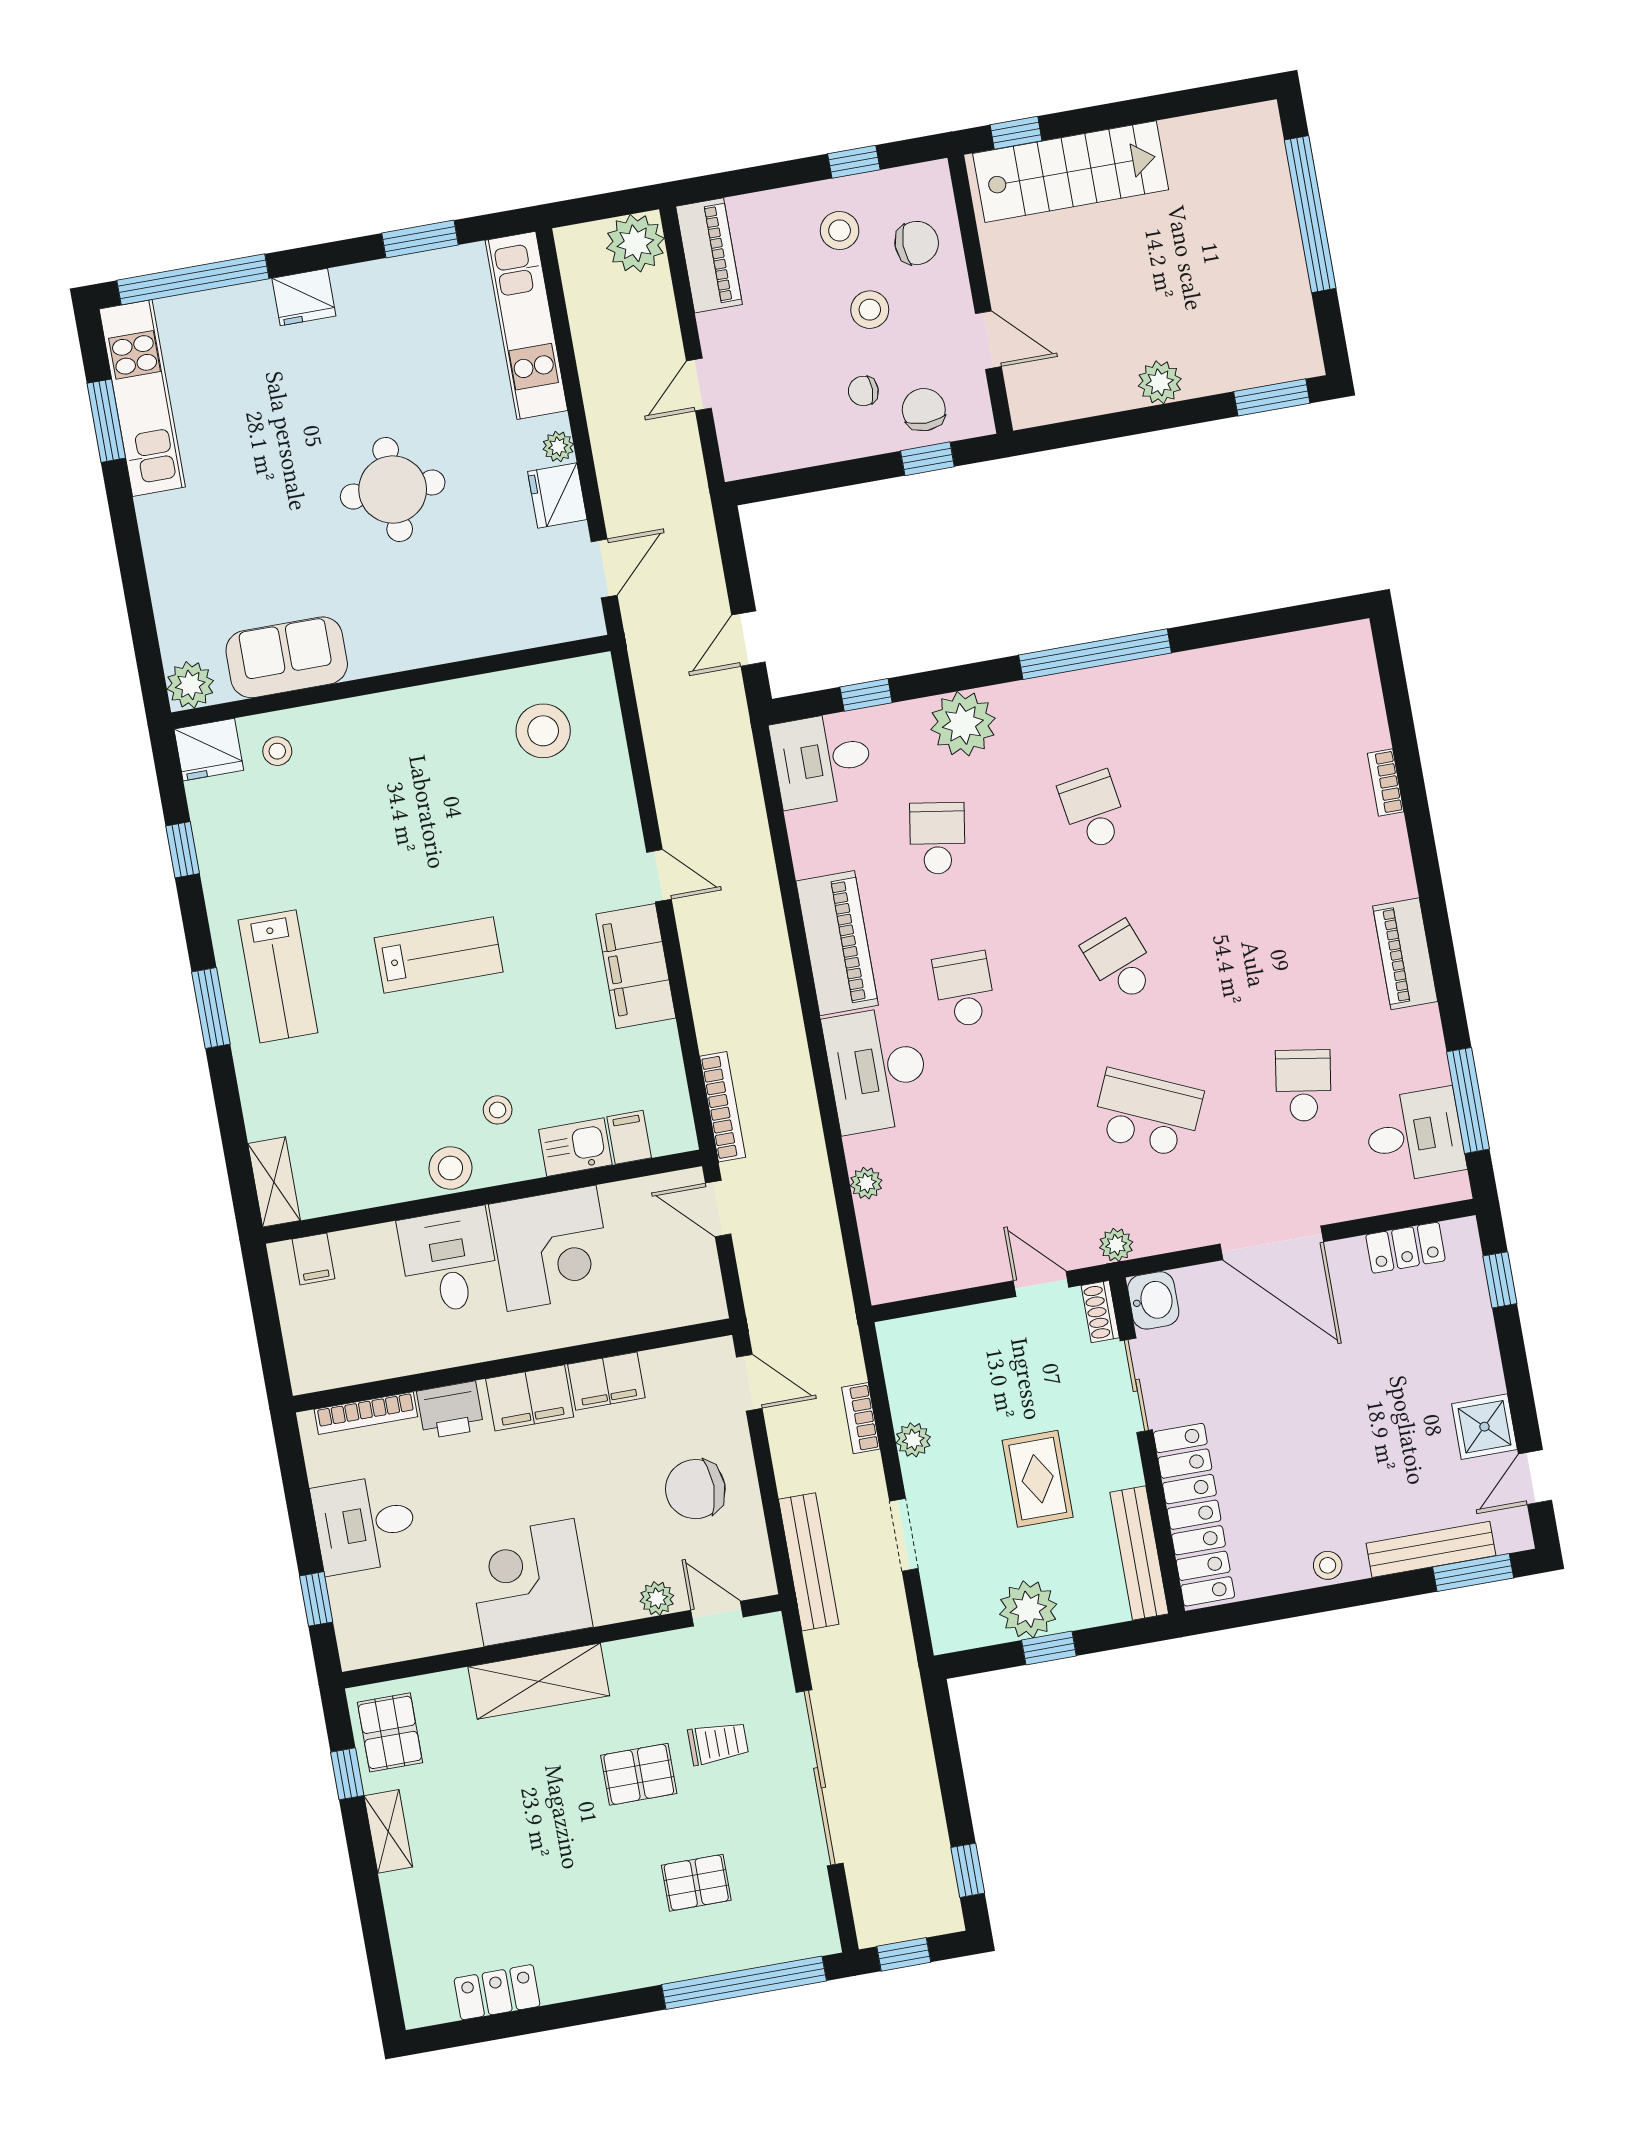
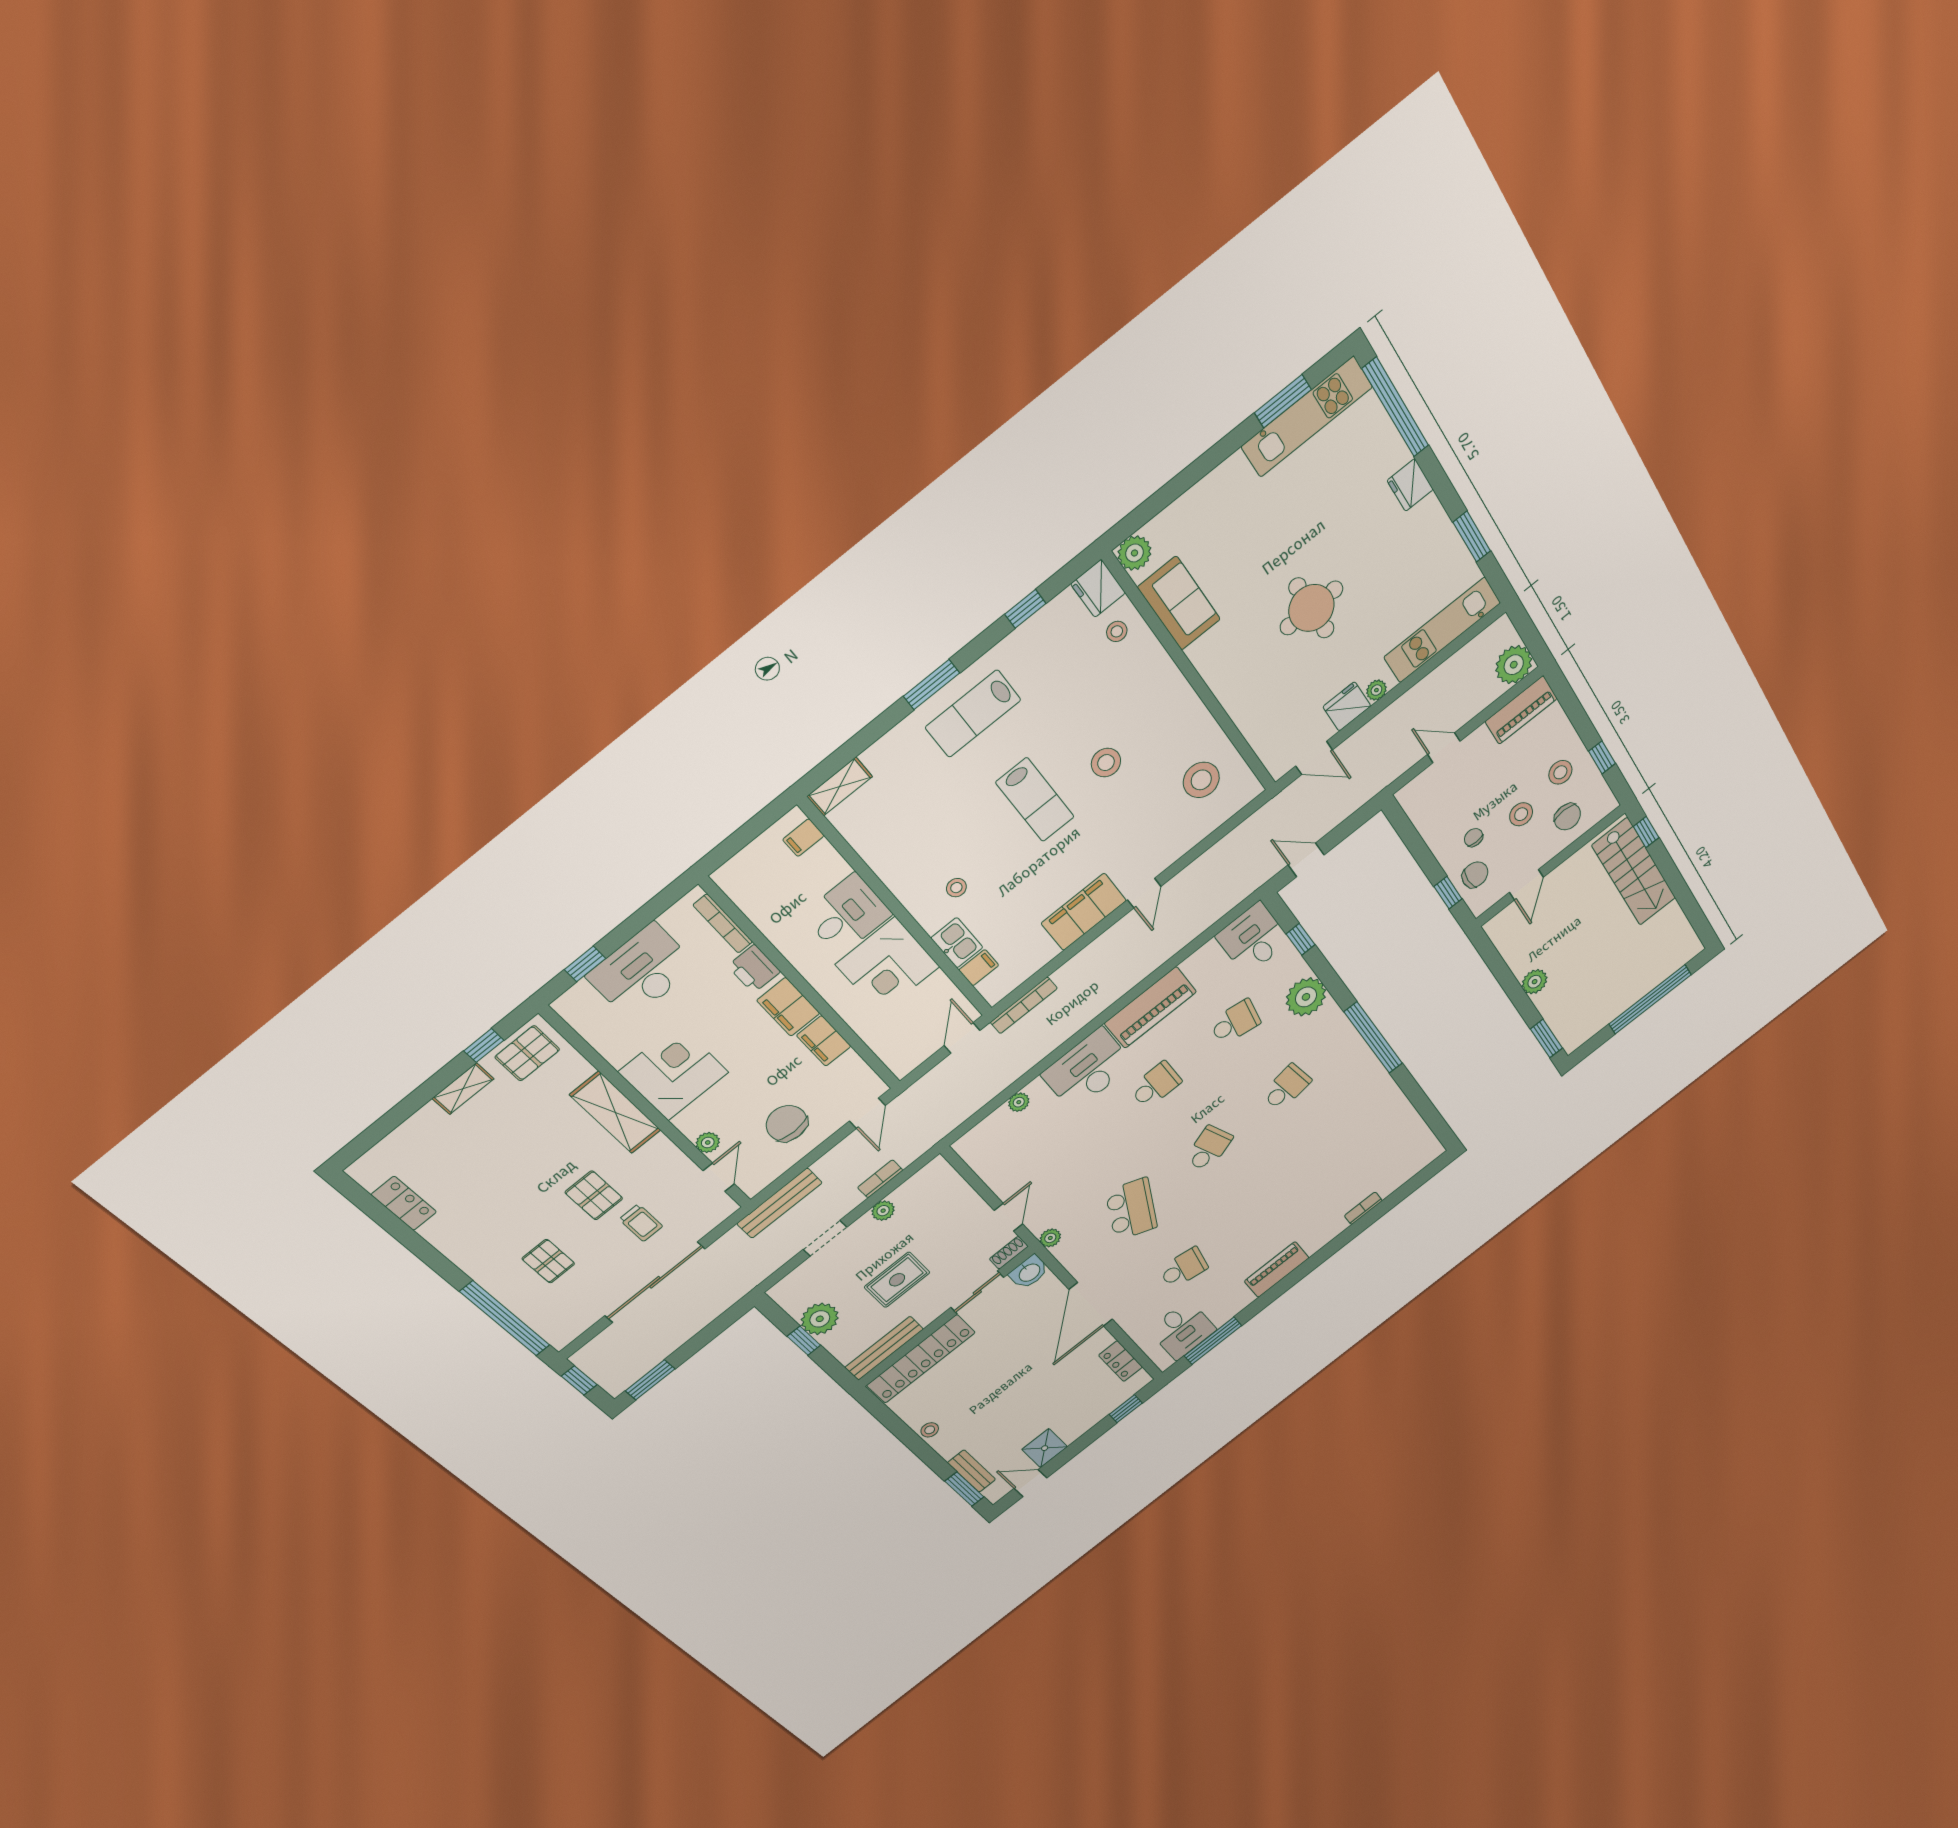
stool: (450, 1168) -> (1106, 763), moved
desk: (365, 1524) -> (642, 971), width x1.37
bench: (1431, 1549) -> (972, 1471), width x0.73
window: (968, 1870) -> (650, 1380), width x1.50

